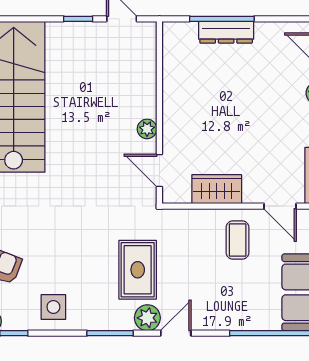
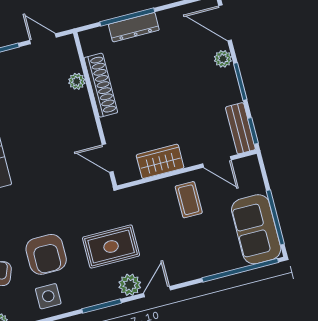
shoe rack: (173, 87) -> (101, 85), added
plant: (147, 129) -> (77, 81), moved
armchair: (63, 260) -> (46, 254), added
rug: (138, 270) -> (111, 246), turned 90

